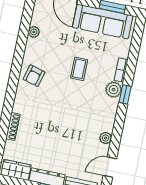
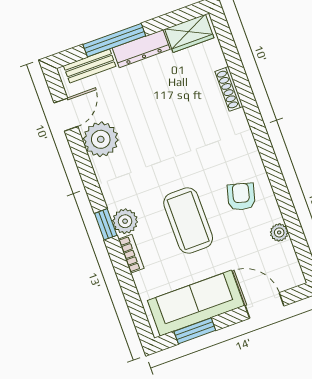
coffee table: (79, 69) -> (188, 221), width x1.86, depth x1.72
armchair: (34, 76) -> (241, 197), moved
plant: (105, 138) -> (101, 139), width x1.88, depth x1.88

